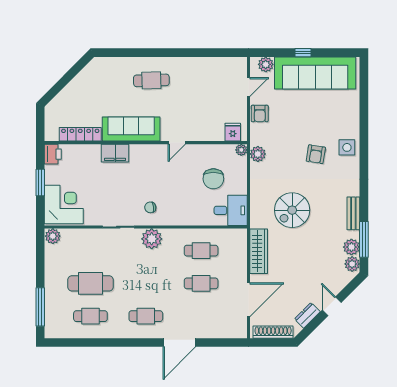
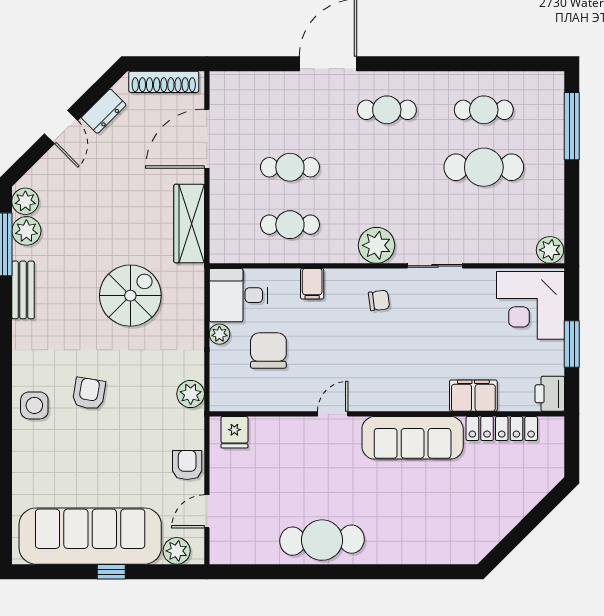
cafe table: (151, 80) -> (322, 540), moved, width x1.37, depth x1.35
plant: (241, 150) -> (219, 334), moved
filing cabinet: (115, 153) -> (473, 396), moved
filing cabinet: (188, 217) -> (312, 284), added

